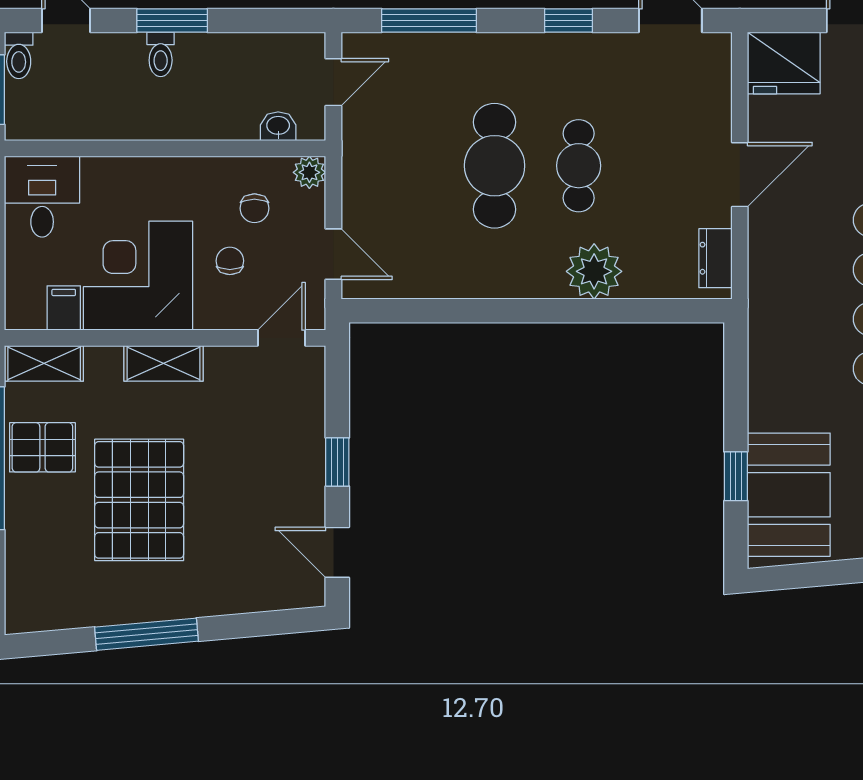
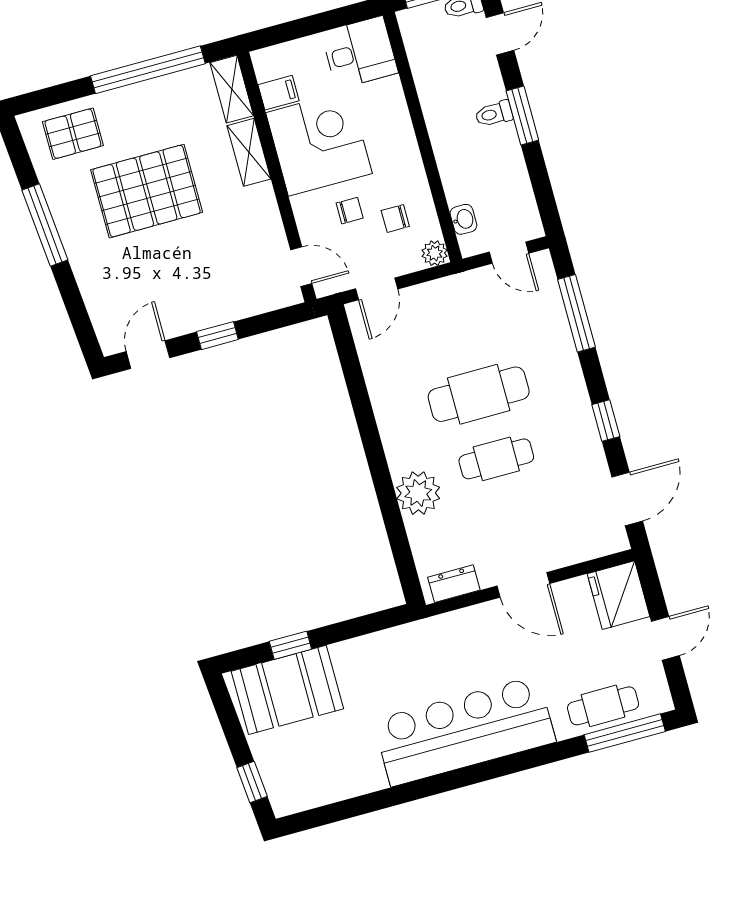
shelving: (163, 363) -> (249, 152), moved
pallet: (42, 447) -> (73, 134), moved, turned 90

